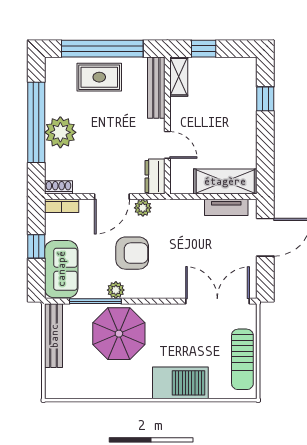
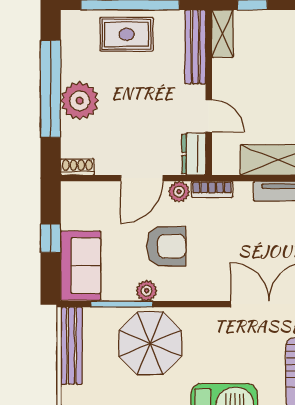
bookcase: (62, 206) -> (212, 189), moved

